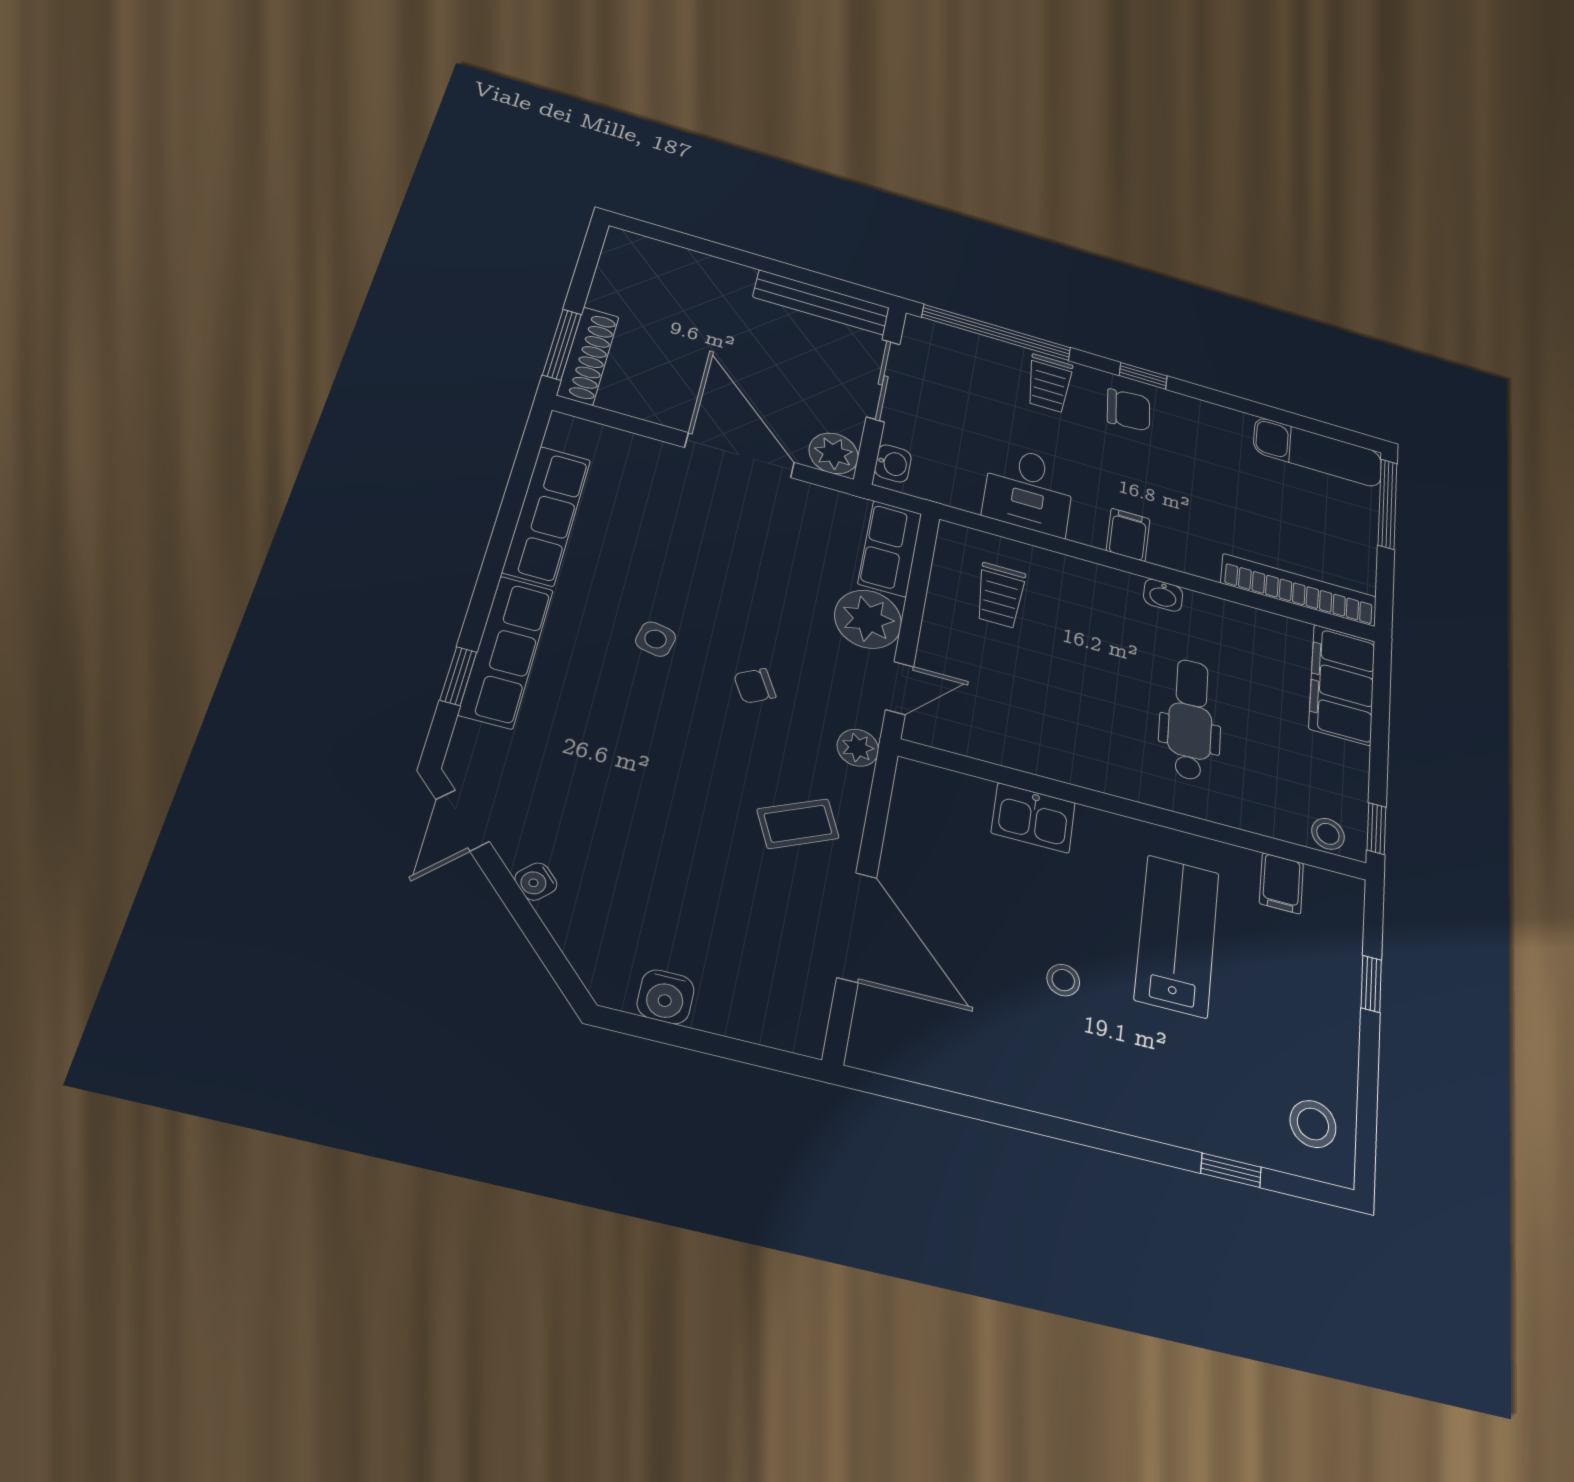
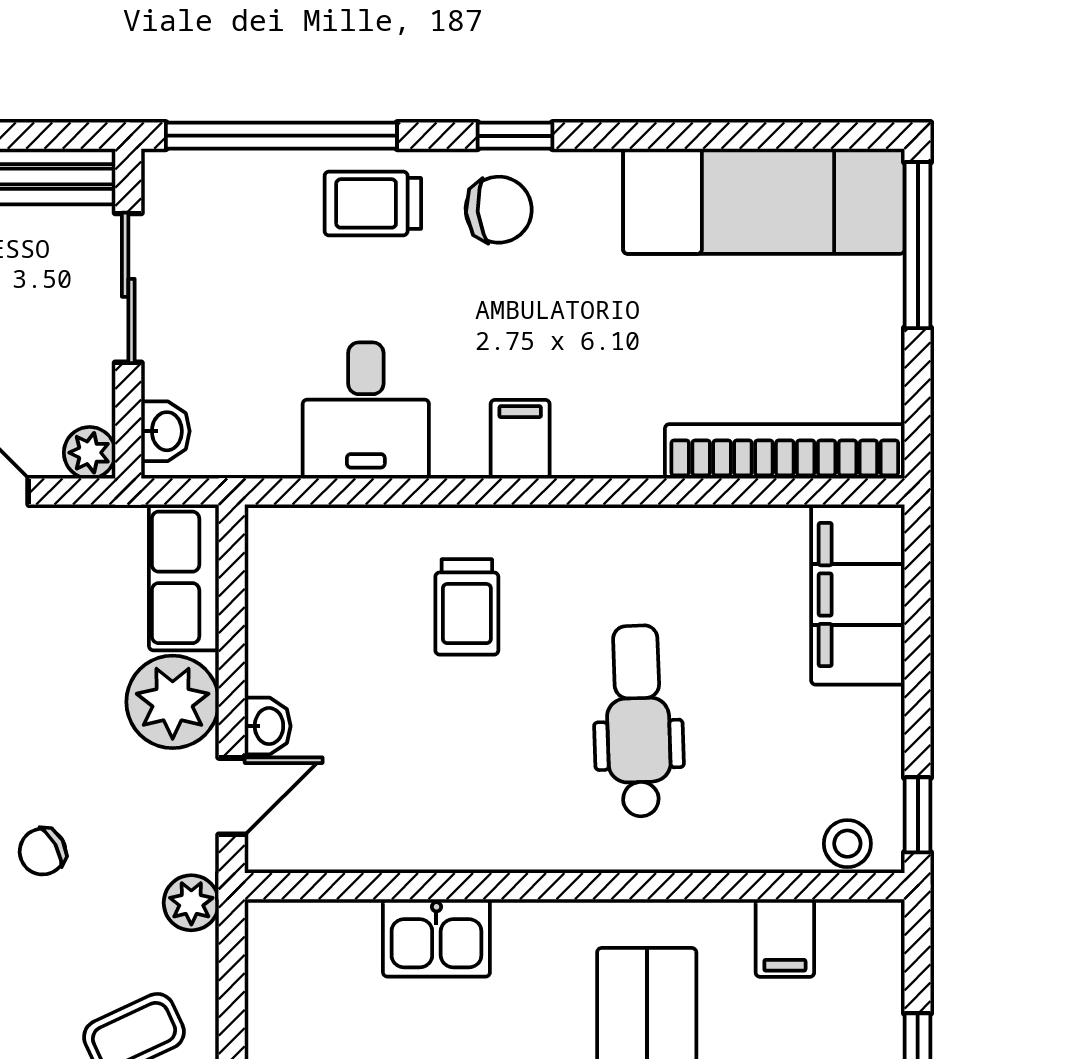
trolley: (1049, 383) -> (373, 203), turned 90
exam couch: (1318, 452) -> (764, 201), width x1.36, depth x1.45
plant: (834, 453) -> (90, 453), width x0.73, depth x0.73
trolley: (1000, 595) -> (467, 607), moved
washbasin: (1163, 595) -> (268, 726), moved, turned -90

